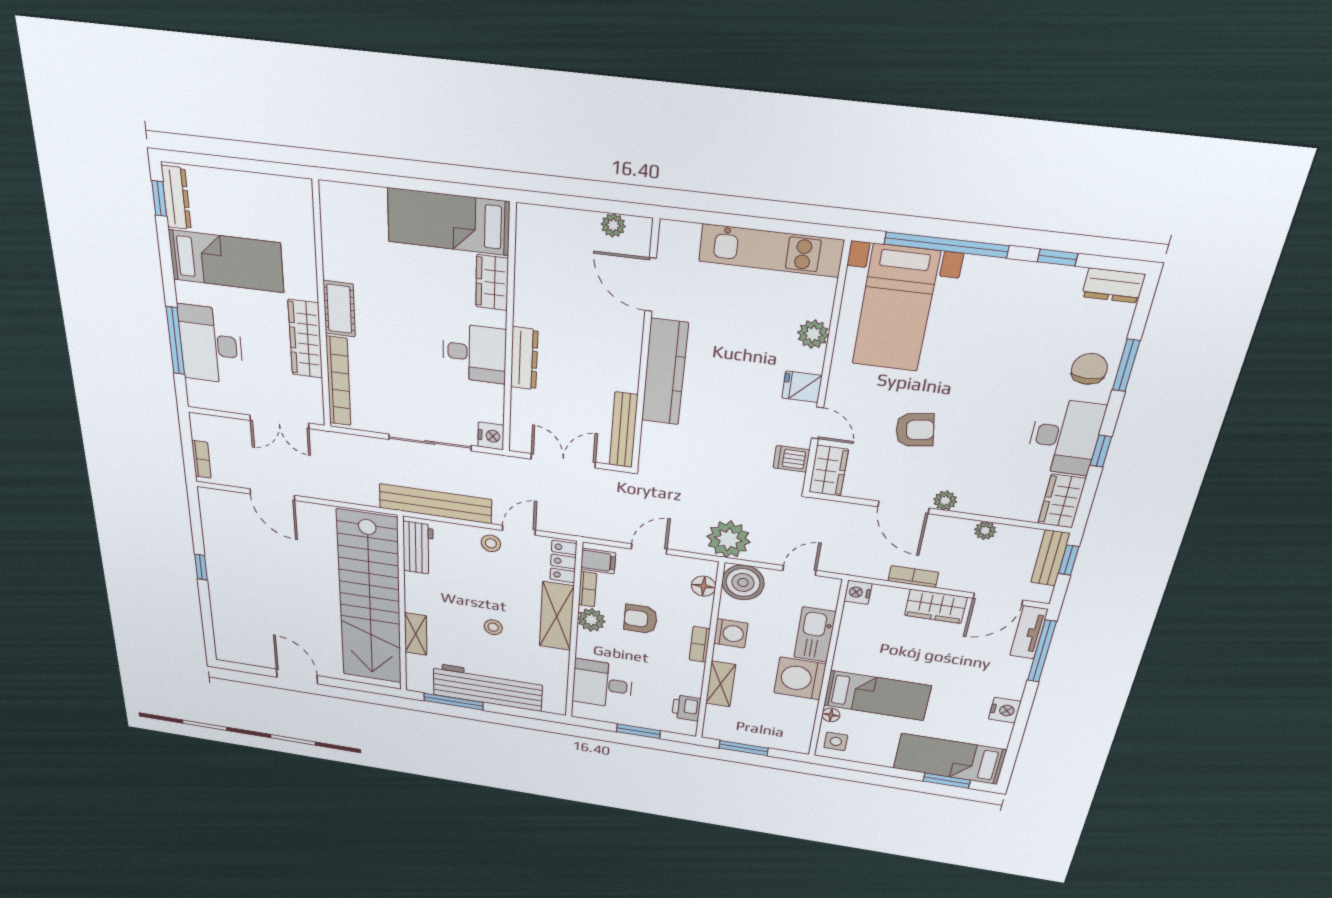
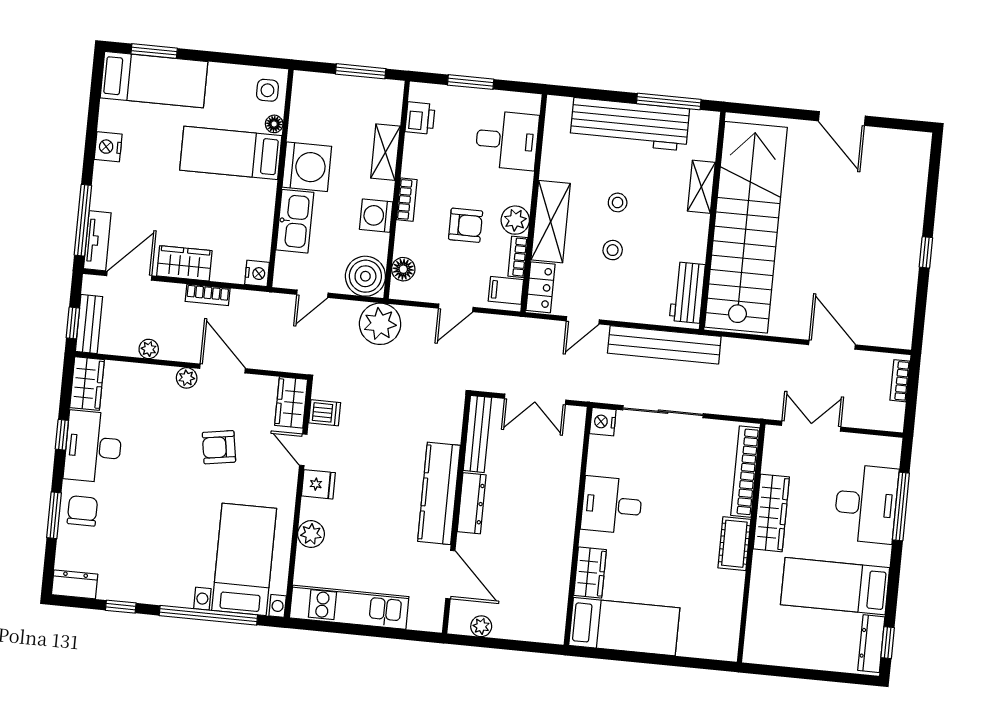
dresser: (524, 358) -> (472, 503), moved, turned 180
chair: (1089, 369) -> (82, 511), turned 180
stool: (491, 543) -> (613, 250), moved

